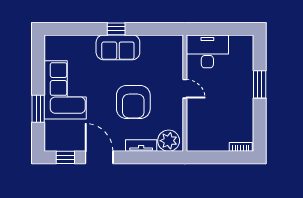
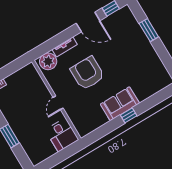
desk: (207, 51) -> (62, 135), width x0.73
door: (185, 89) -> (58, 103), hinge flipped
corner sofa: (65, 90) -> (138, 54), removed

